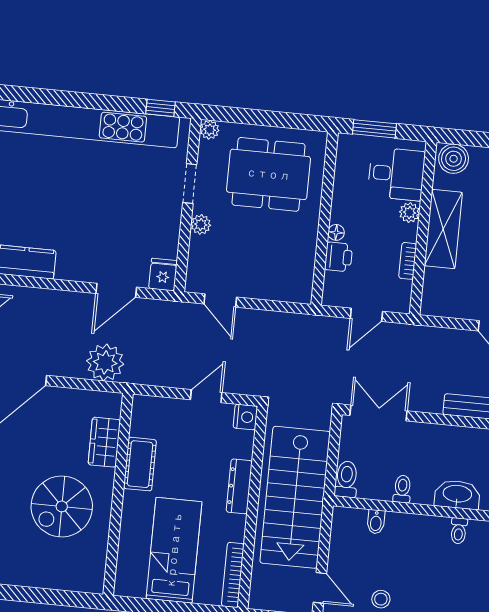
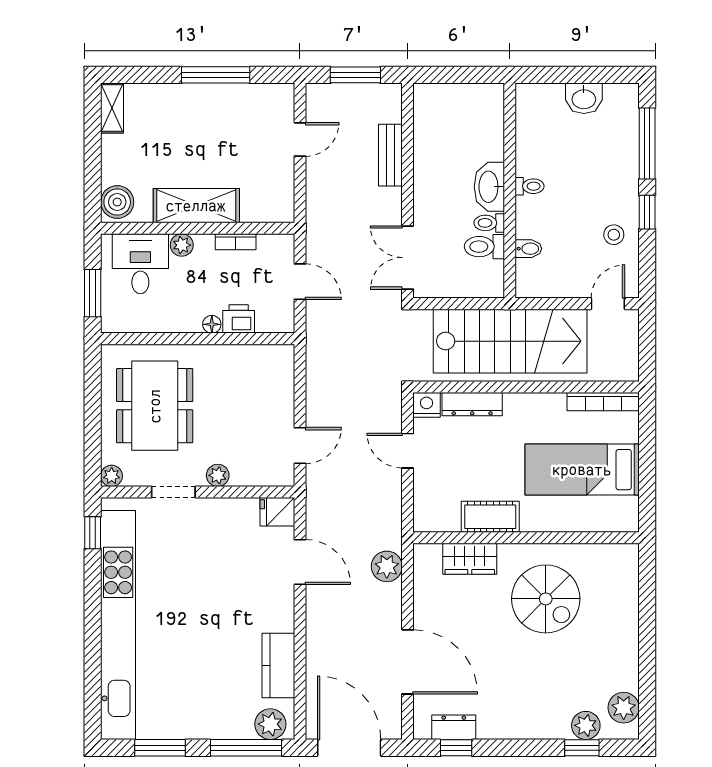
plant: (105, 362) -> (387, 566), width x0.73, depth x0.73
toilet: (346, 479) -> (484, 247), moved
dresser: (239, 486) -> (472, 404), moved
washbasin: (457, 494) -> (489, 187), moved
toilet: (459, 531) -> (530, 186), moved

